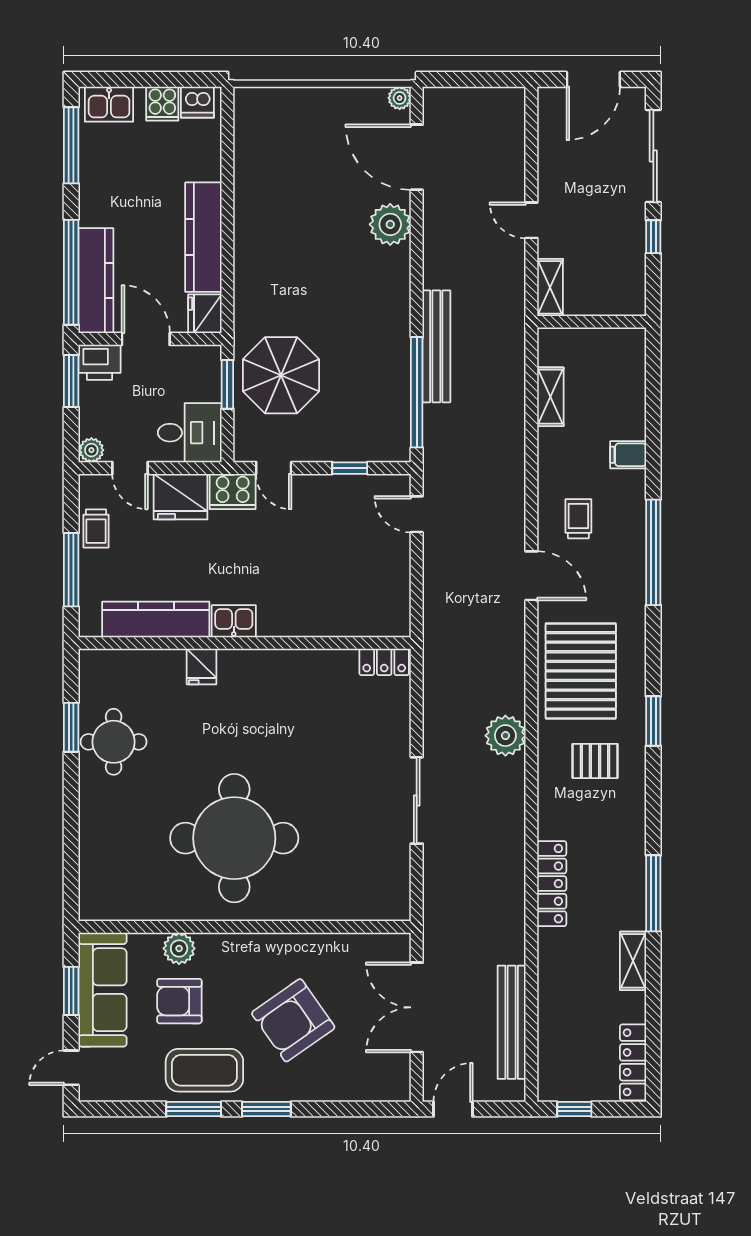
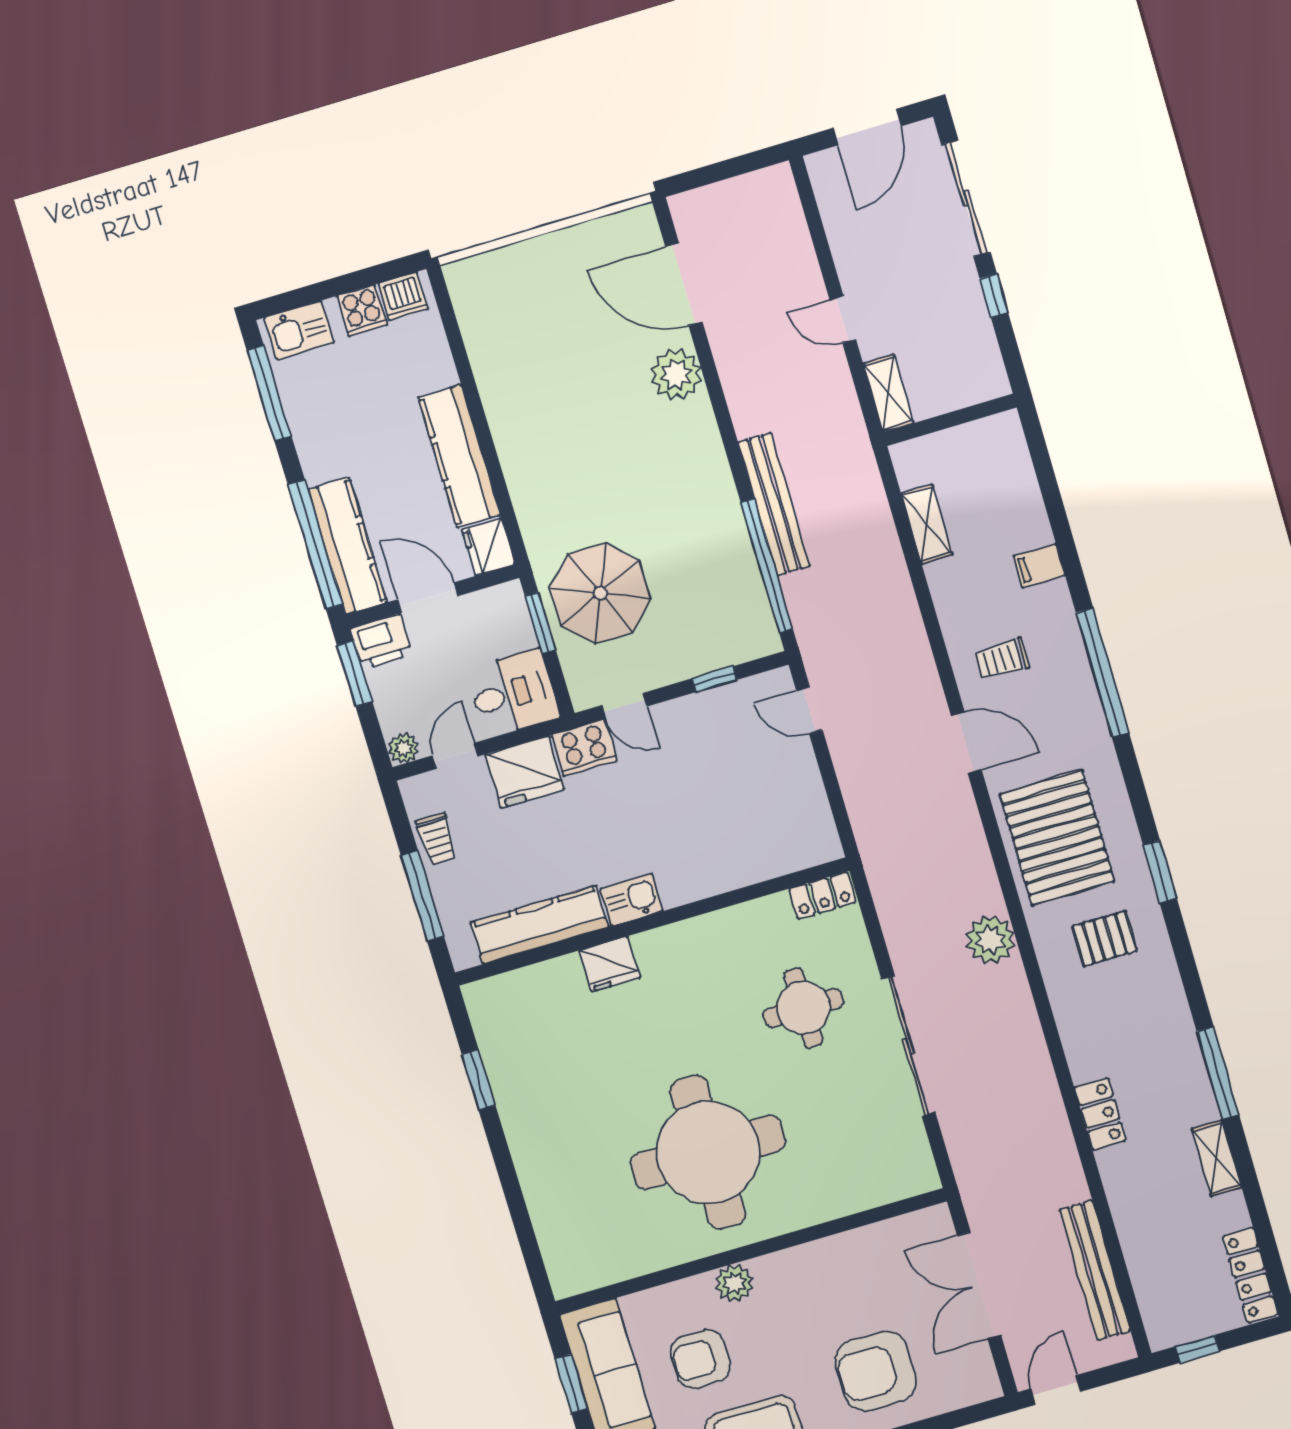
plant: (400, 98) -> (642, 219), removed
door: (130, 468) -> (455, 756), swing flipped
trolley: (578, 519) -> (1002, 659), turned -90
fridge: (202, 667) -> (610, 964), width x1.38
round table: (114, 742) -> (803, 1008), moved
sliding door: (417, 800) -> (908, 1046), width x1.36
locker: (552, 884) -> (1100, 1114), width x0.66
plant: (179, 948) -> (735, 1283), moved
armchair: (293, 1020) -> (876, 1371), moved, turned 35

